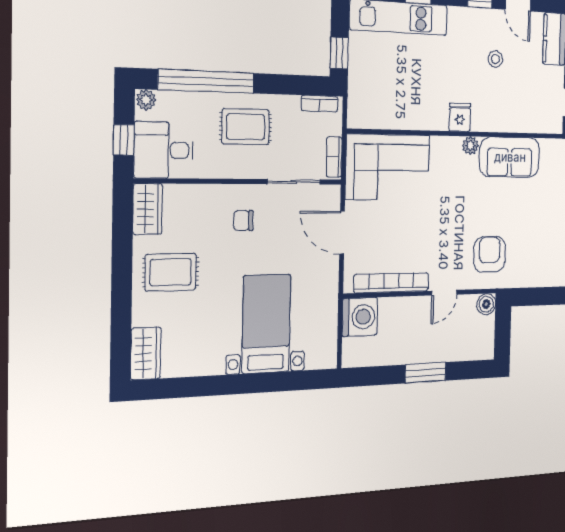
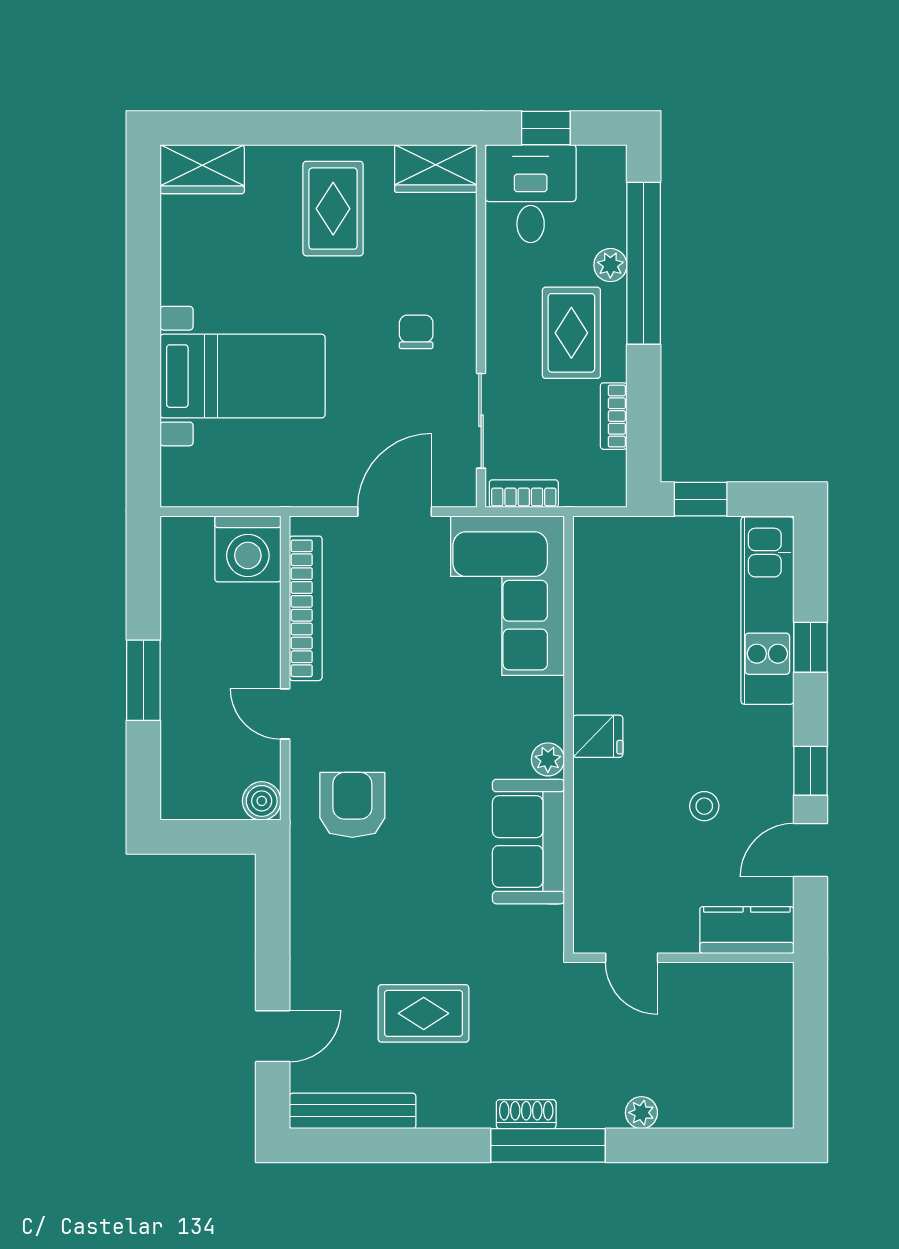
plant: (146, 100) -> (610, 265), moved
bookcase: (320, 104) -> (614, 416), moved
armchair: (489, 254) -> (352, 805), turned -90

